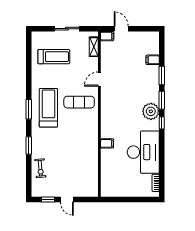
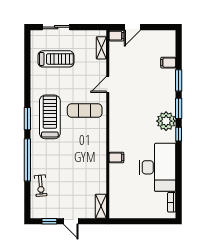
sliding door: (67, 29) -> (56, 27), moved
door: (121, 29) -> (132, 27), swing flipped
window: (29, 146) -> (27, 160), width x2.11
shelving: (93, 186) -> (101, 206), added

